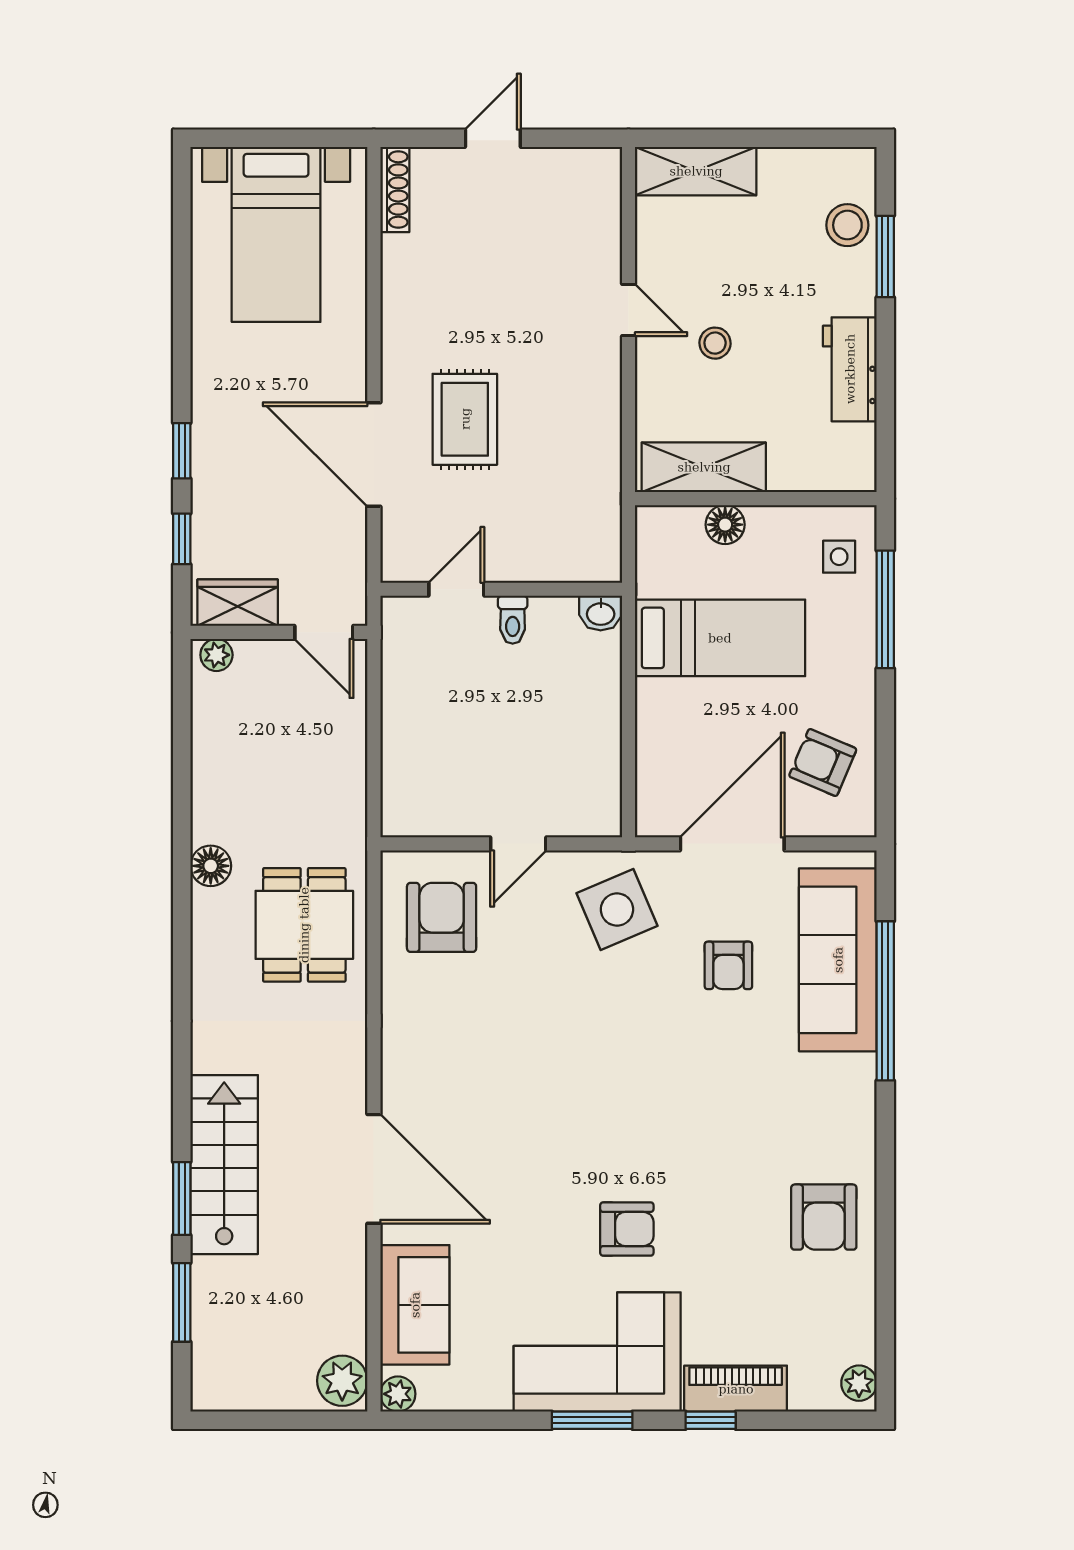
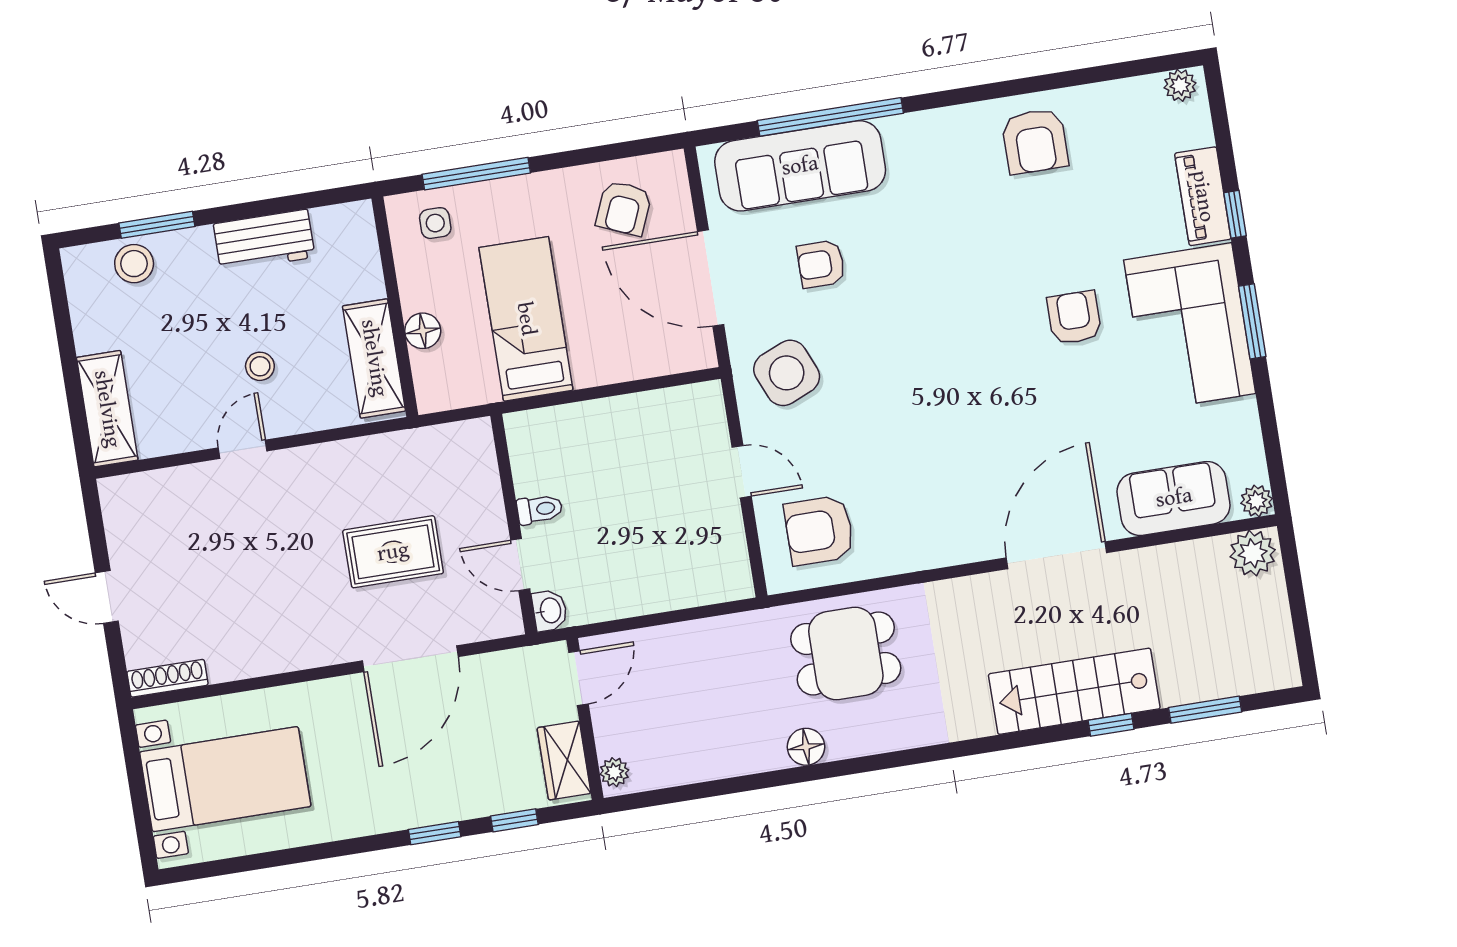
rug: (465, 419) -> (393, 552), moved
washbasin: (601, 613) -> (550, 611), moved
armchair: (728, 965) -> (821, 264), turned 180
window: (182, 1198) -> (1111, 725), width x0.67
armchair: (824, 1217) -> (1035, 141), turned 90

